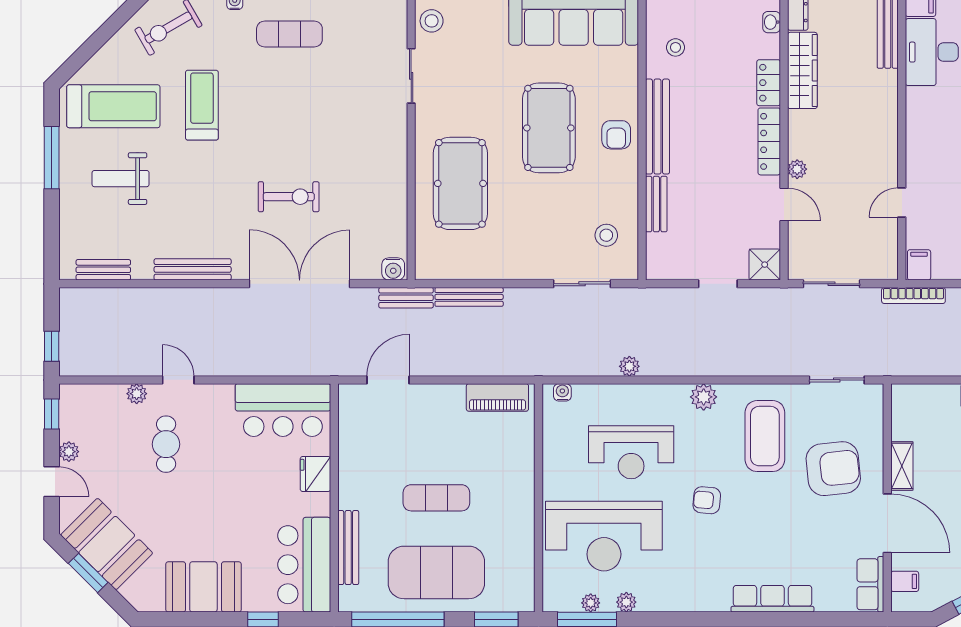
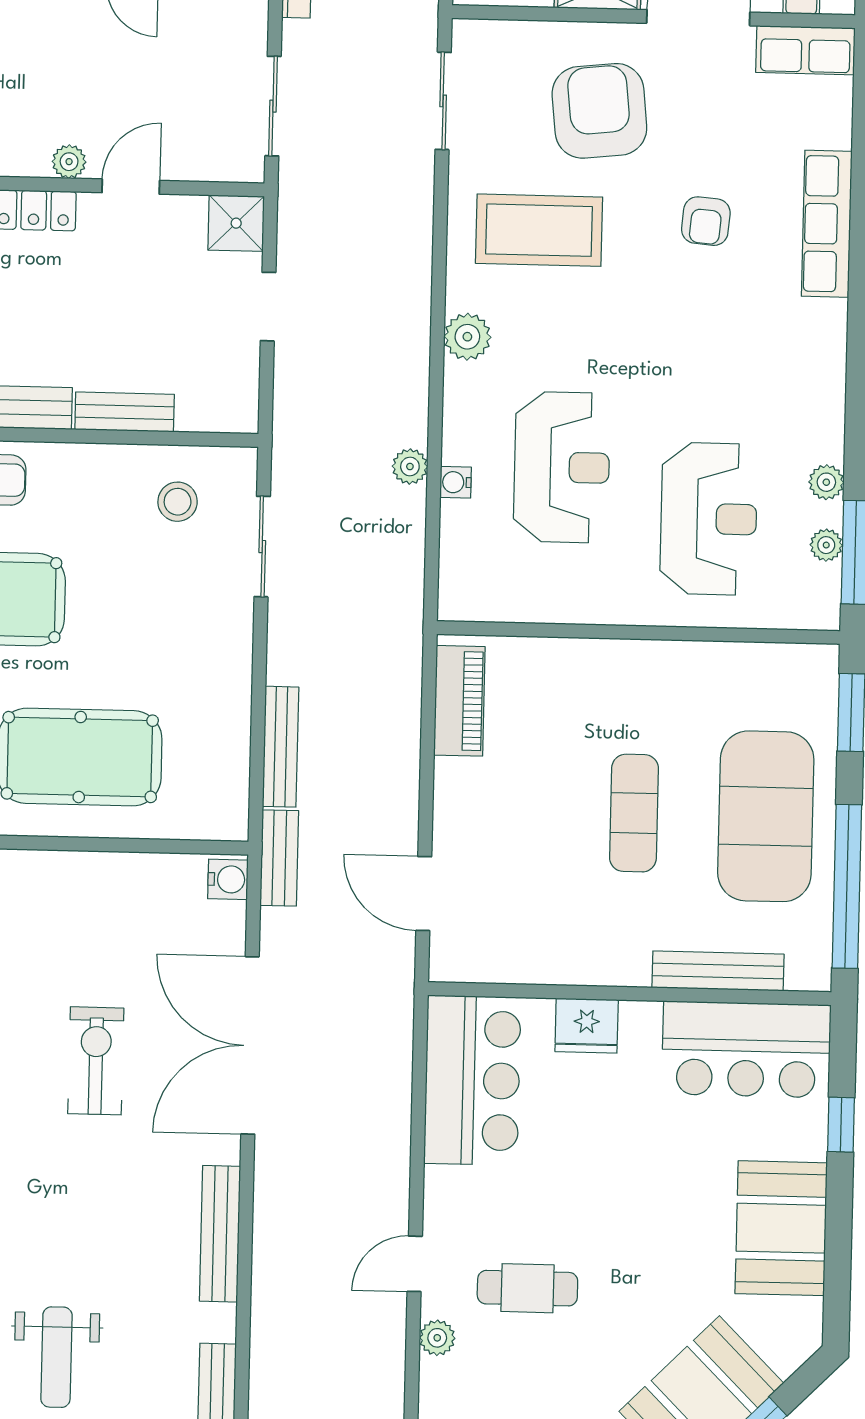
water cooler: (562, 392) -> (456, 482), moved
armchair: (707, 500) -> (706, 221), moved
reception desk: (604, 536) -> (709, 519), width x0.74, depth x0.77

